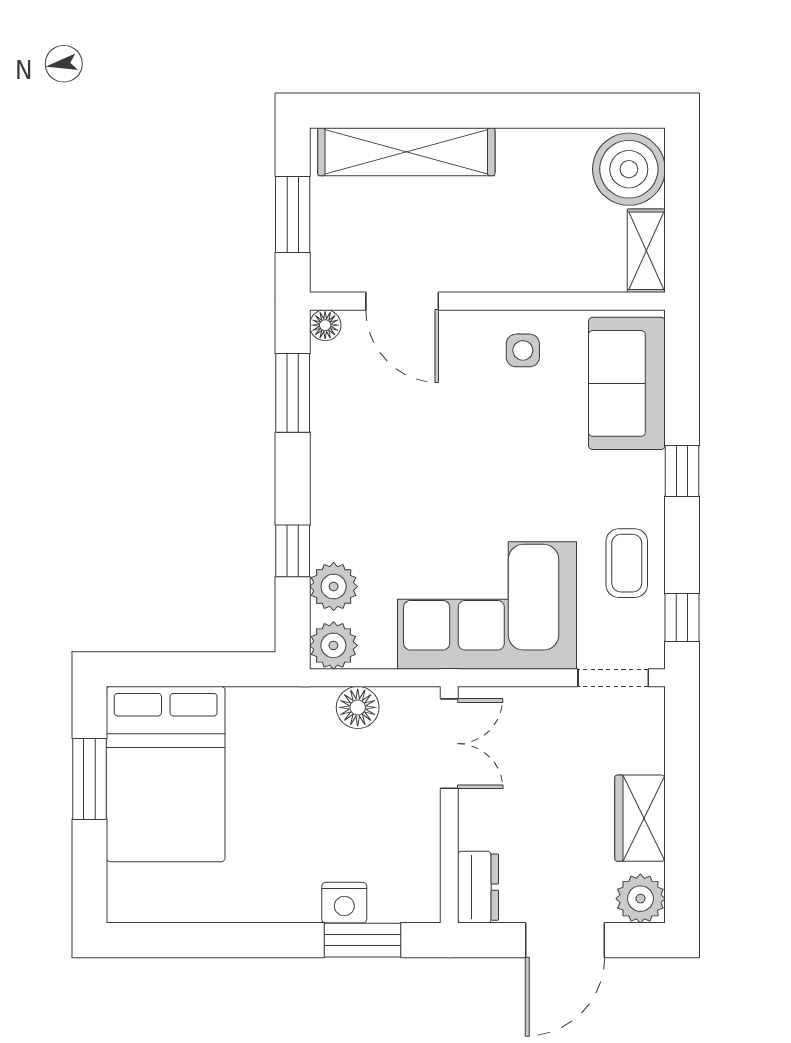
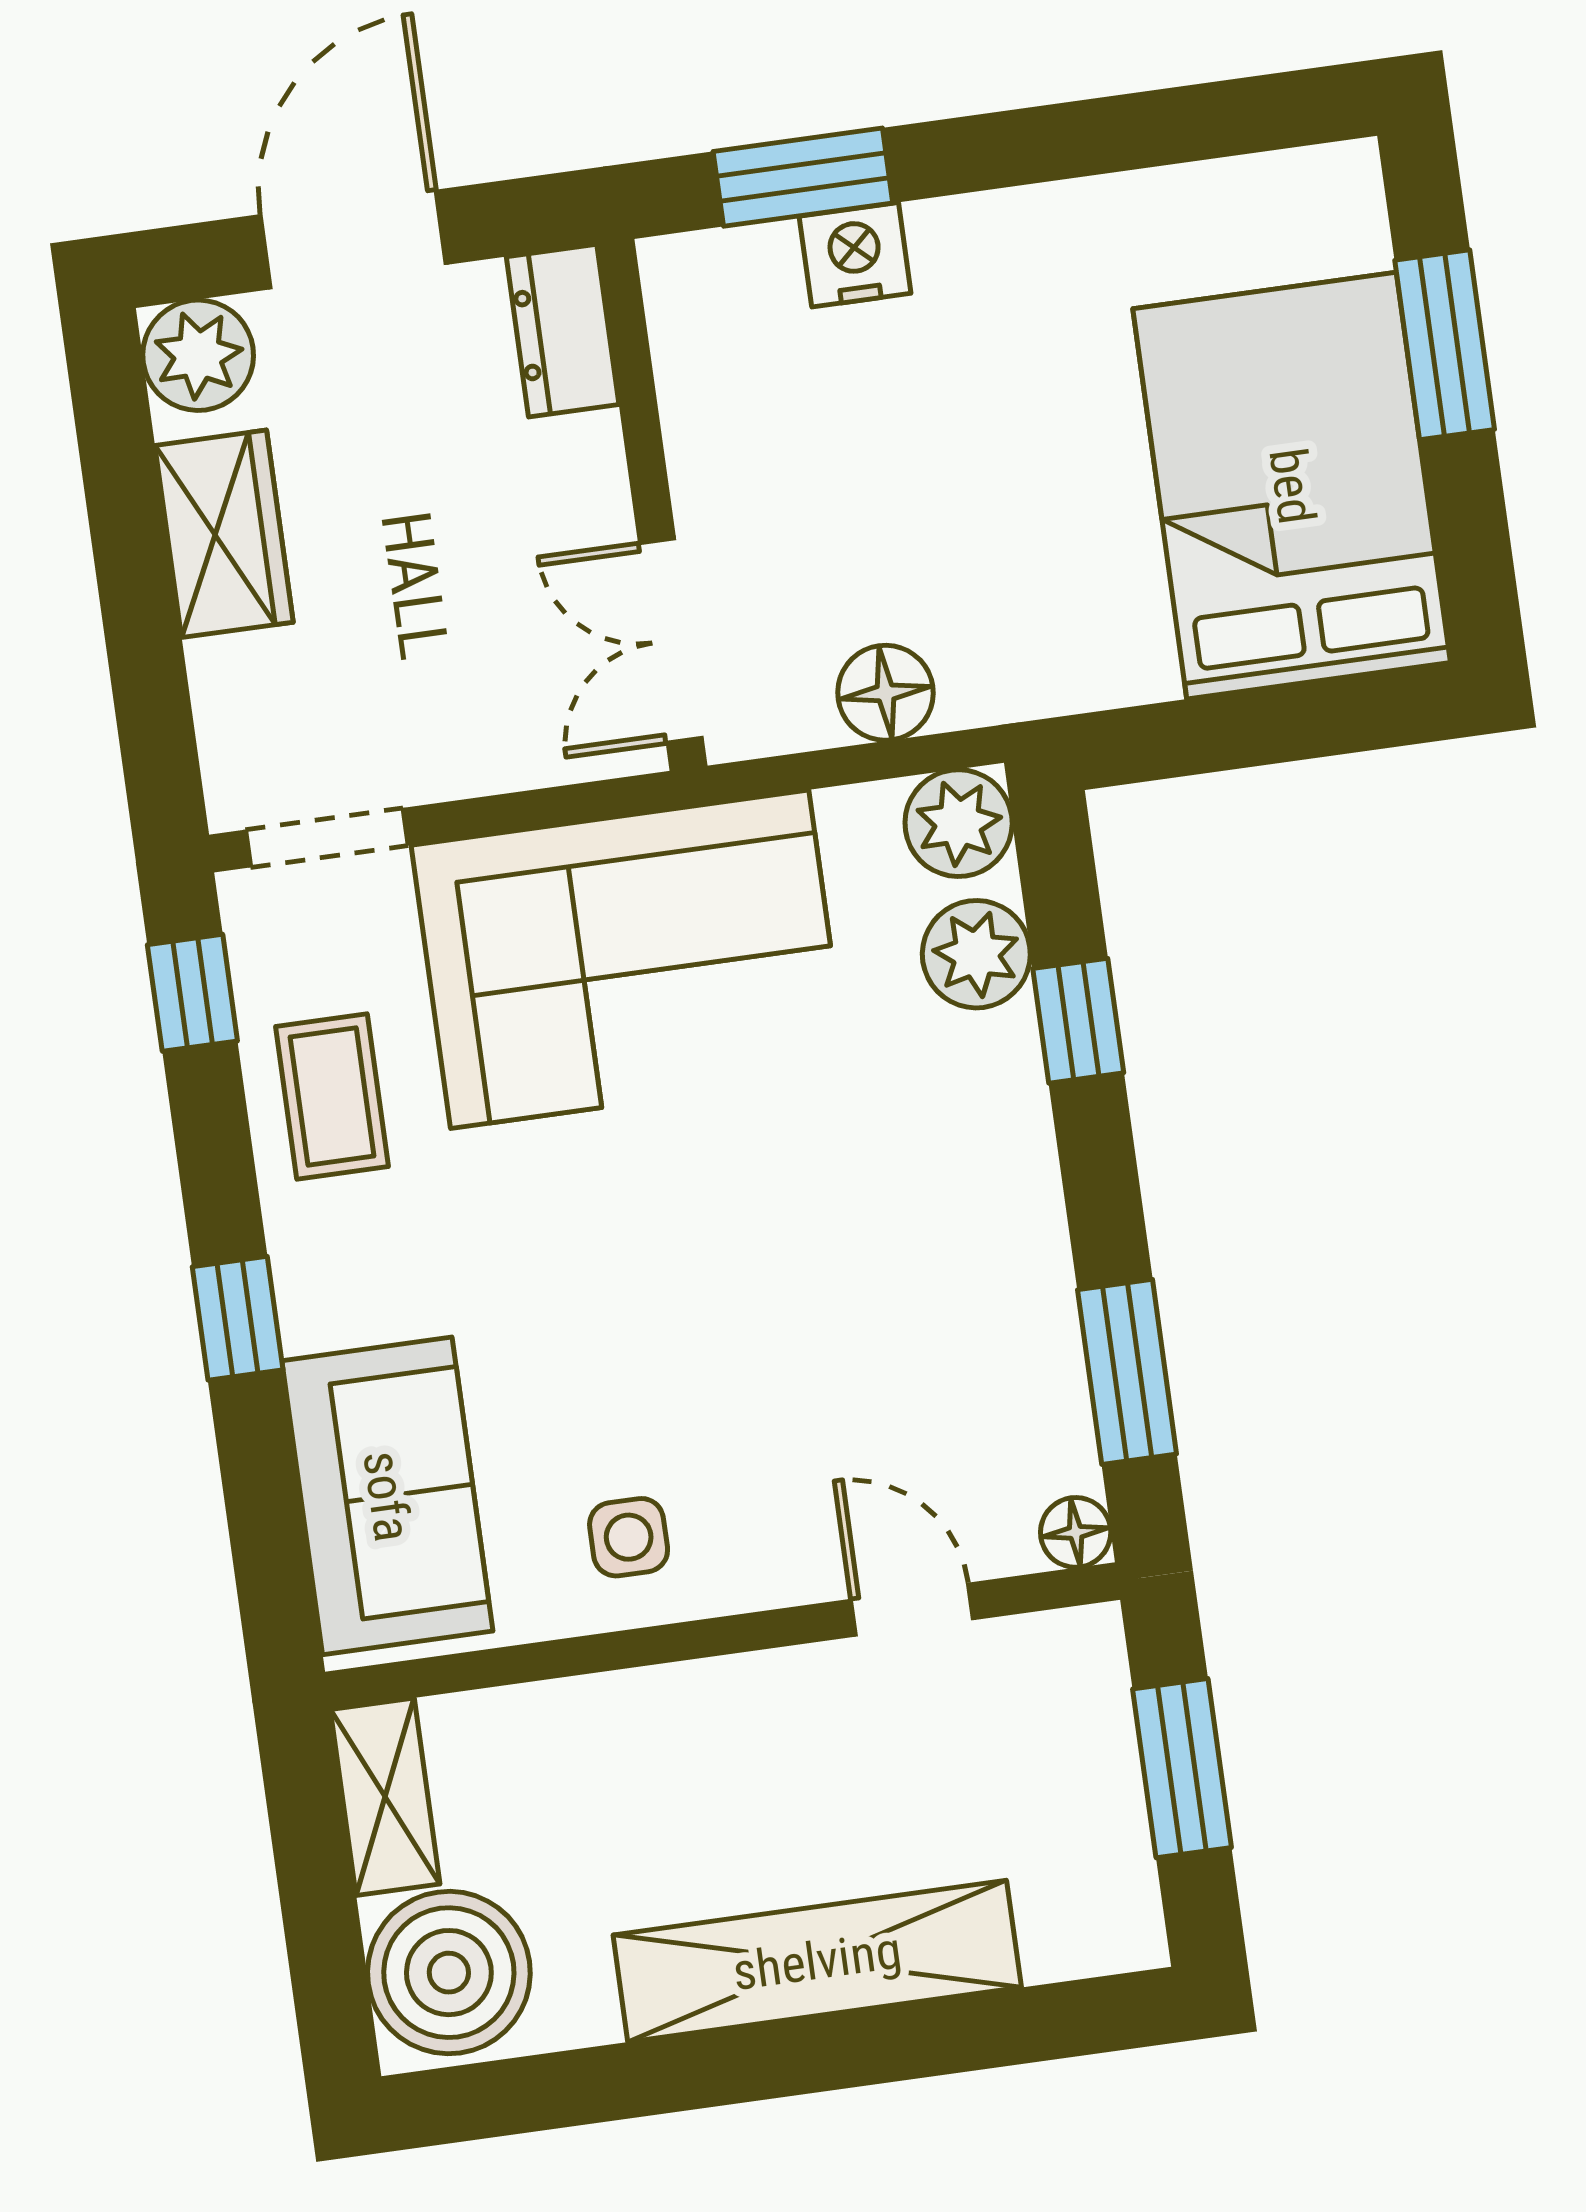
shelving: (406, 152) -> (817, 1961), moved
door: (402, 301) -> (912, 1610), width x0.73
window: (90, 779) -> (1445, 345), moved

